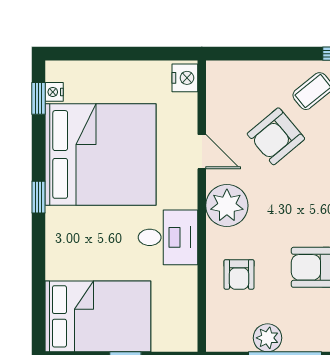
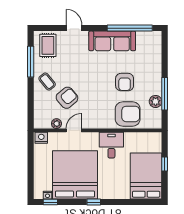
armchair: (276, 136) -> (67, 98), turned -90
plant: (227, 206) -> (56, 124), moved, width x0.53, depth x0.53
armchair: (239, 274) -> (128, 114), width x1.88, depth x1.88

